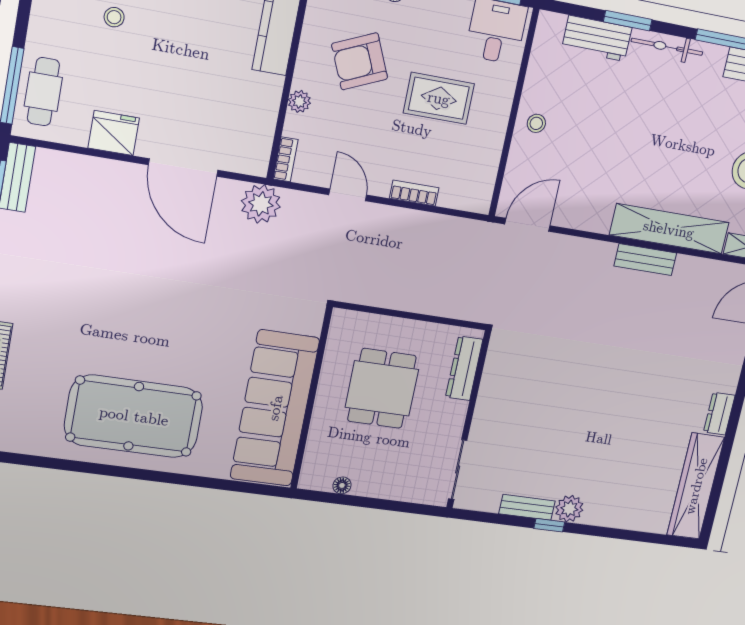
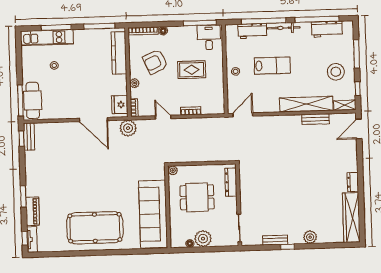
window: (628, 21) -> (264, 21), width x2.11
cafe table: (43, 92) -> (33, 100), width x1.37, depth x1.35
lab bench: (620, 127) -> (272, 66), added
fridge: (114, 133) -> (120, 105), moved, turned -90
bench: (645, 260) -> (315, 119), moved
plant: (342, 319) -> (173, 170), added
dining table: (382, 388) -> (197, 197), turned 90
plant: (373, 480) -> (203, 239), added
plant: (569, 509) -> (310, 237), moved

